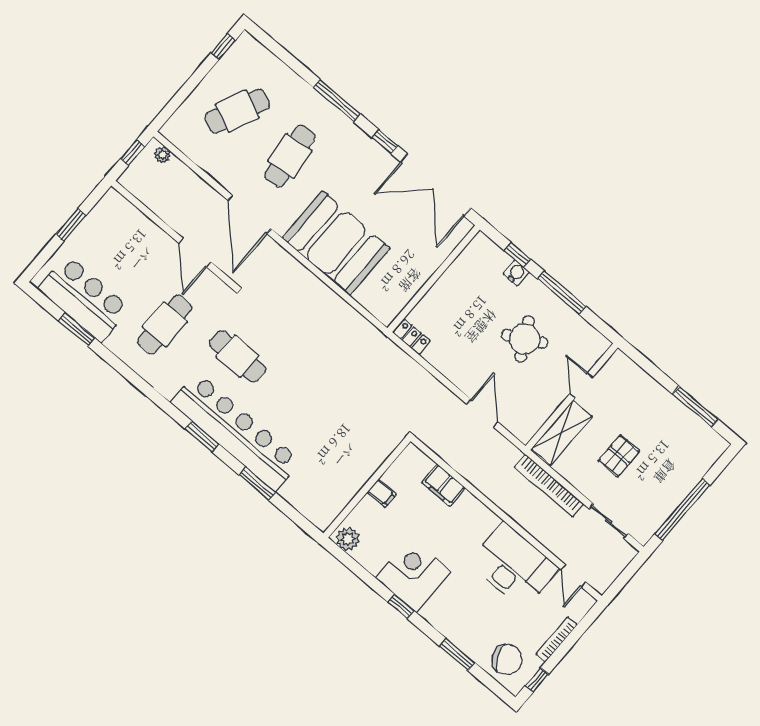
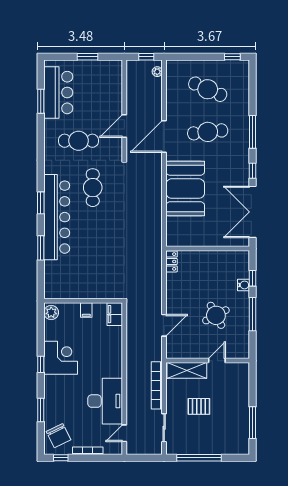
filing cabinet: (444, 485) -> (115, 314), moved

